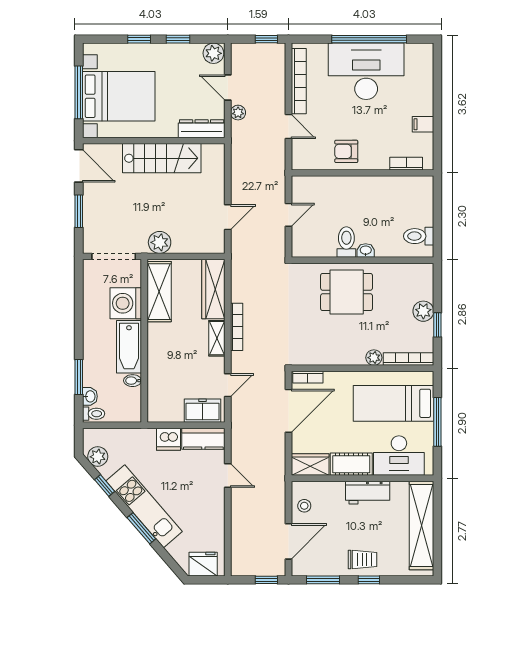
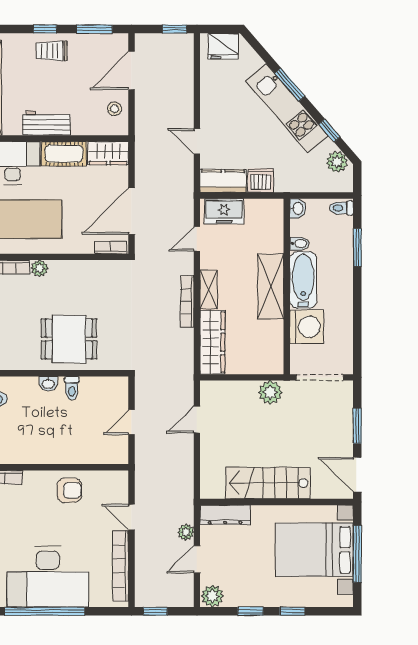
door: (228, 87) -> (197, 559), swing flipped
toilet: (346, 242) -> (72, 388), width x0.73, depth x0.72
shelving: (159, 292) -> (271, 286), moved
washbasin: (90, 396) -> (298, 208), moved, turned 180
window: (266, 580) -> (175, 29), moved

